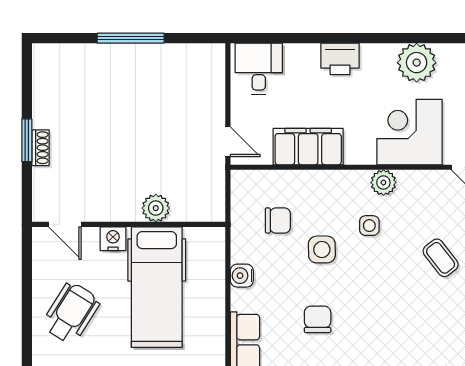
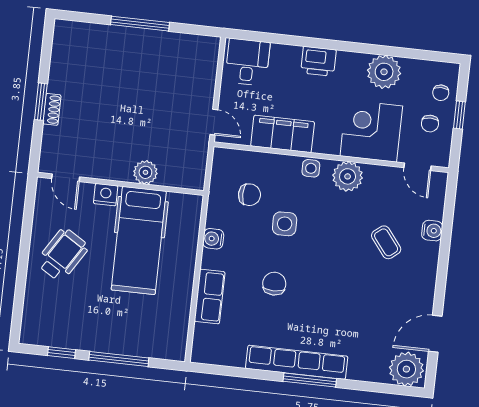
plant: (383, 182) -> (348, 176), width x1.36, depth x1.36
side table: (369, 226) -> (311, 168), moved

